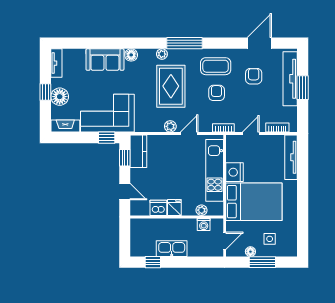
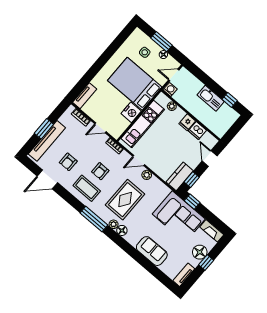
floor lamp: (131, 55) -> (122, 230), moved
tv unit: (291, 157) -> (85, 96), width x0.71
washing machine: (204, 224) -> (170, 89), moved

